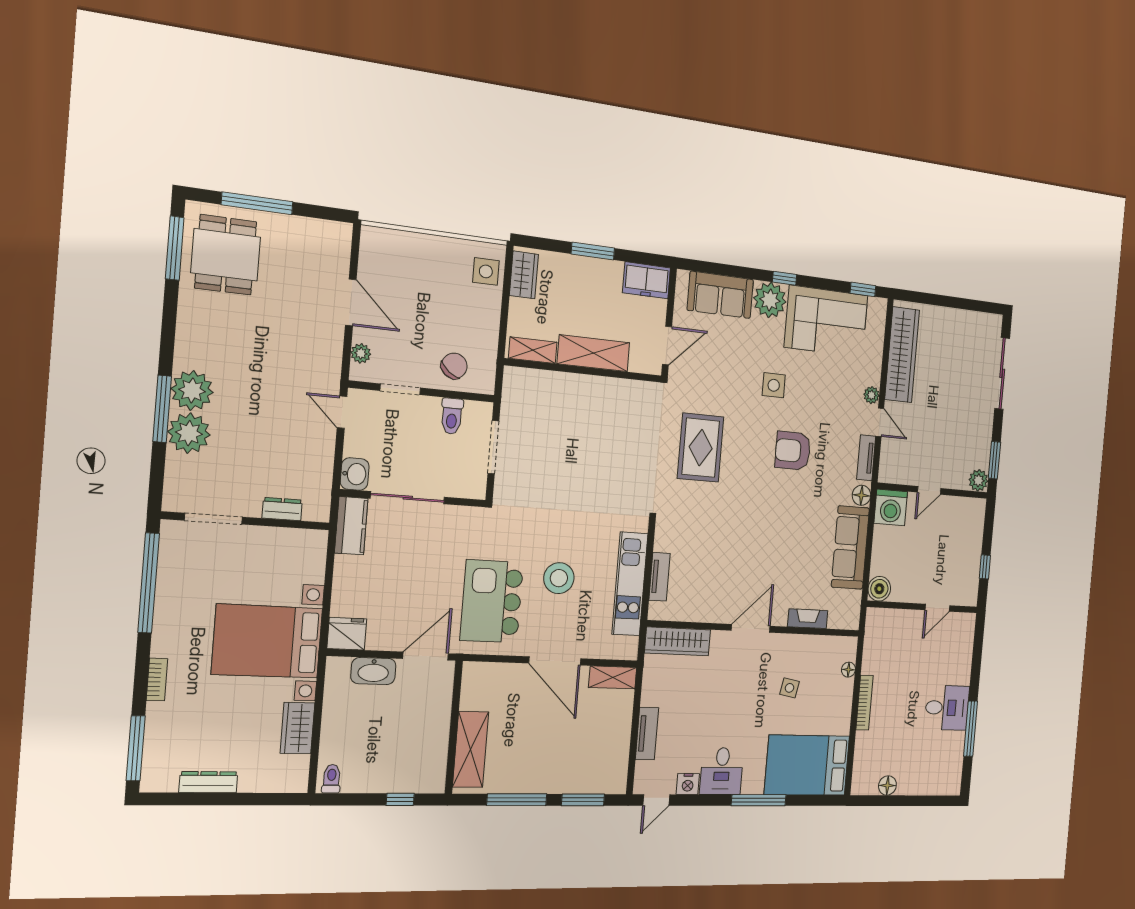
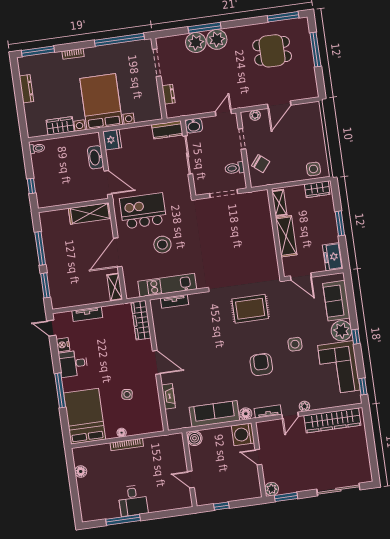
dining table: (226, 255) -> (272, 51), moved
floor lamp: (848, 670) -> (122, 433), moved
shelving: (471, 749) -> (90, 213), moved

